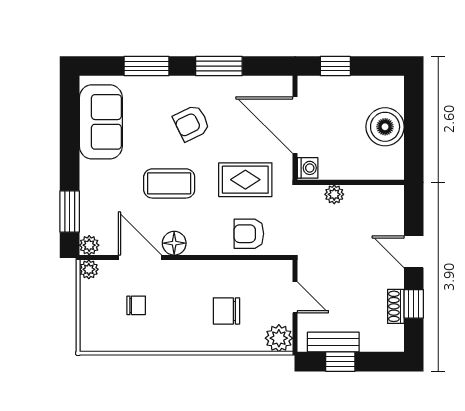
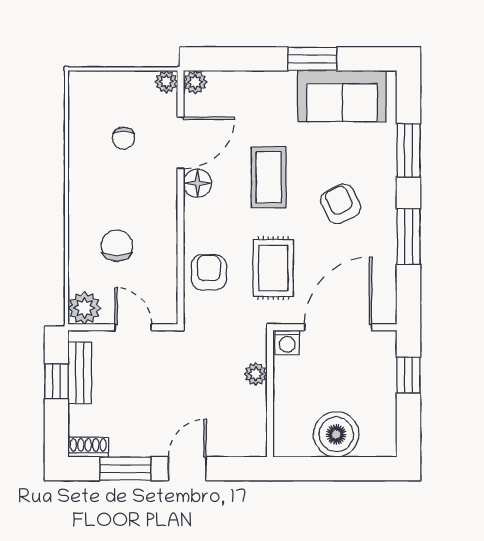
window: (70, 212) -> (312, 59), moved
door: (295, 297) -> (133, 327), swing flipped
window: (414, 304) -> (125, 469), width x1.50
shoe rack: (396, 306) -> (88, 447), moved

